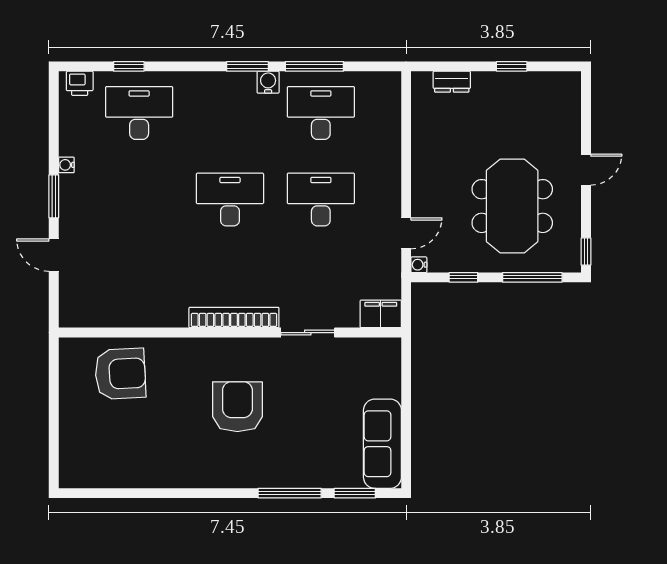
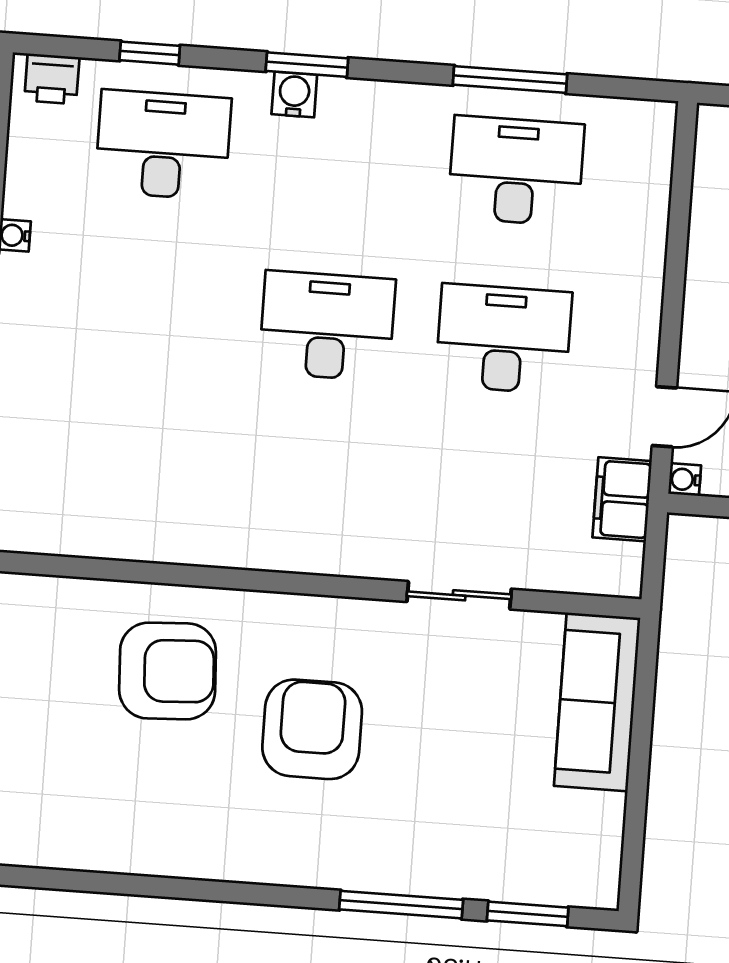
window: (247, 66) -> (307, 65), moved
water cooler: (268, 82) -> (294, 94), moved
filing cabinet: (381, 314) -> (622, 499), moved, turned -90
bookcase: (234, 318) -> (318, 556), removed
armchair: (120, 374) -> (168, 671), moved
sofa: (382, 444) -> (597, 702), moved

